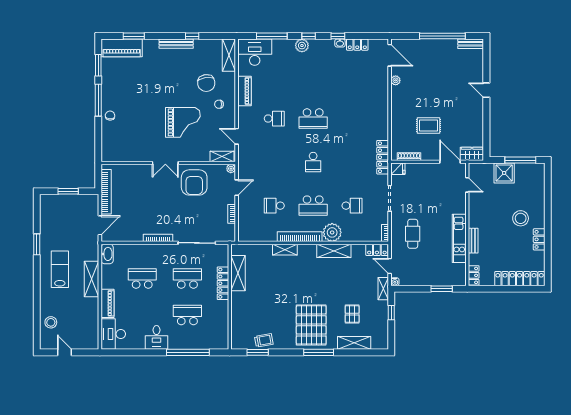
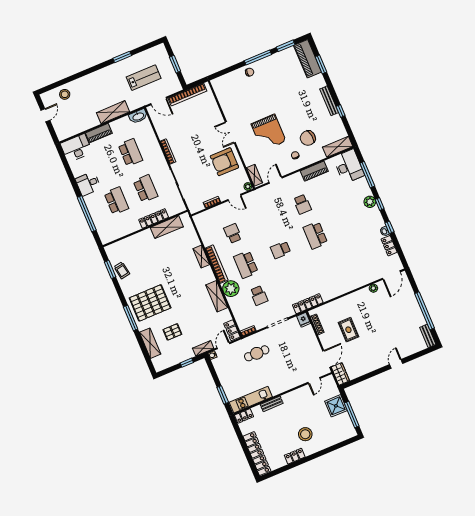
kitchen unit: (459, 238) -> (251, 400), moved
lab bench: (60, 269) -> (144, 78), moved

